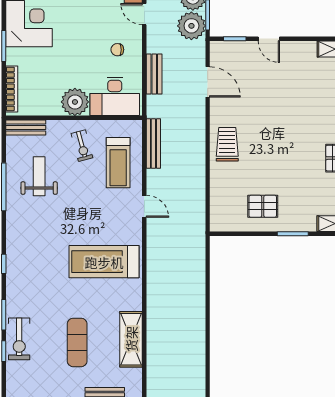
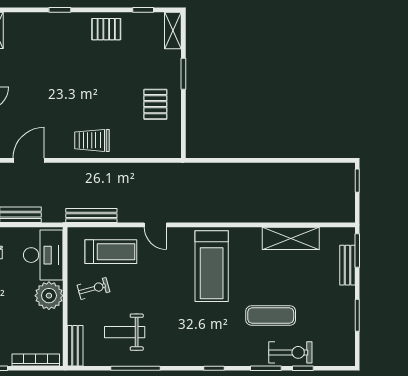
door: (144, 206) -> (155, 225), swing flipped
exercise mat: (77, 342) -> (271, 315), moved

